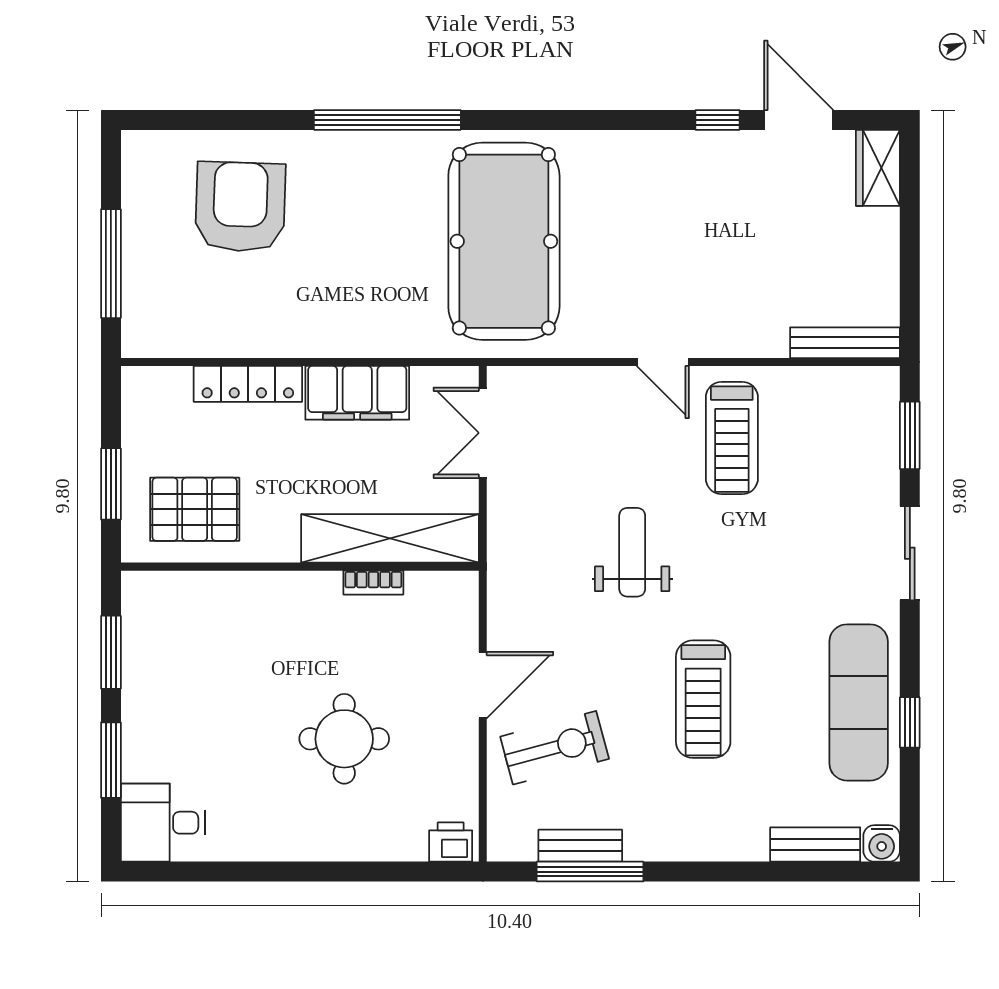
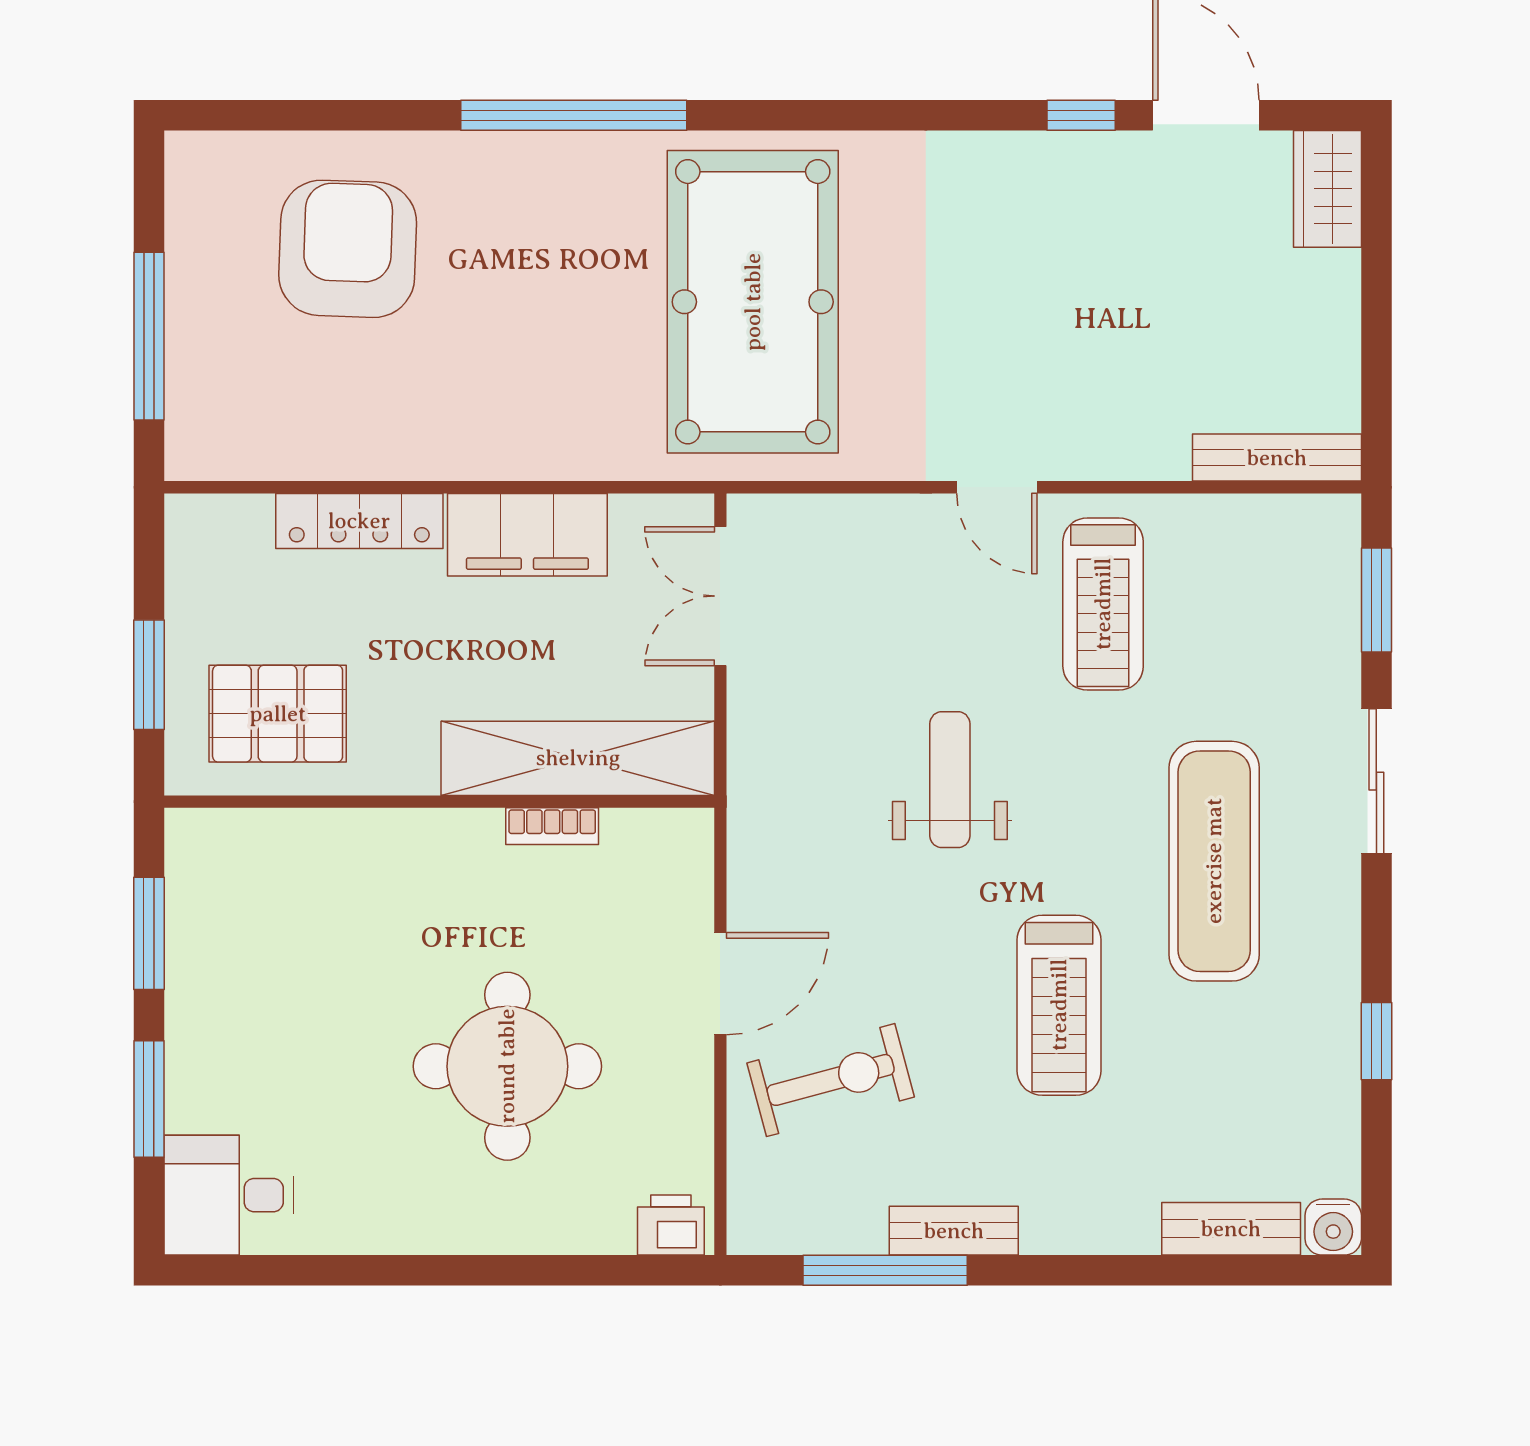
exercise mat: (859, 702) -> (1214, 861), moved
round table: (344, 739) -> (507, 1066), width x1.36, depth x1.36
bench: (580, 846) -> (954, 1231), moved

